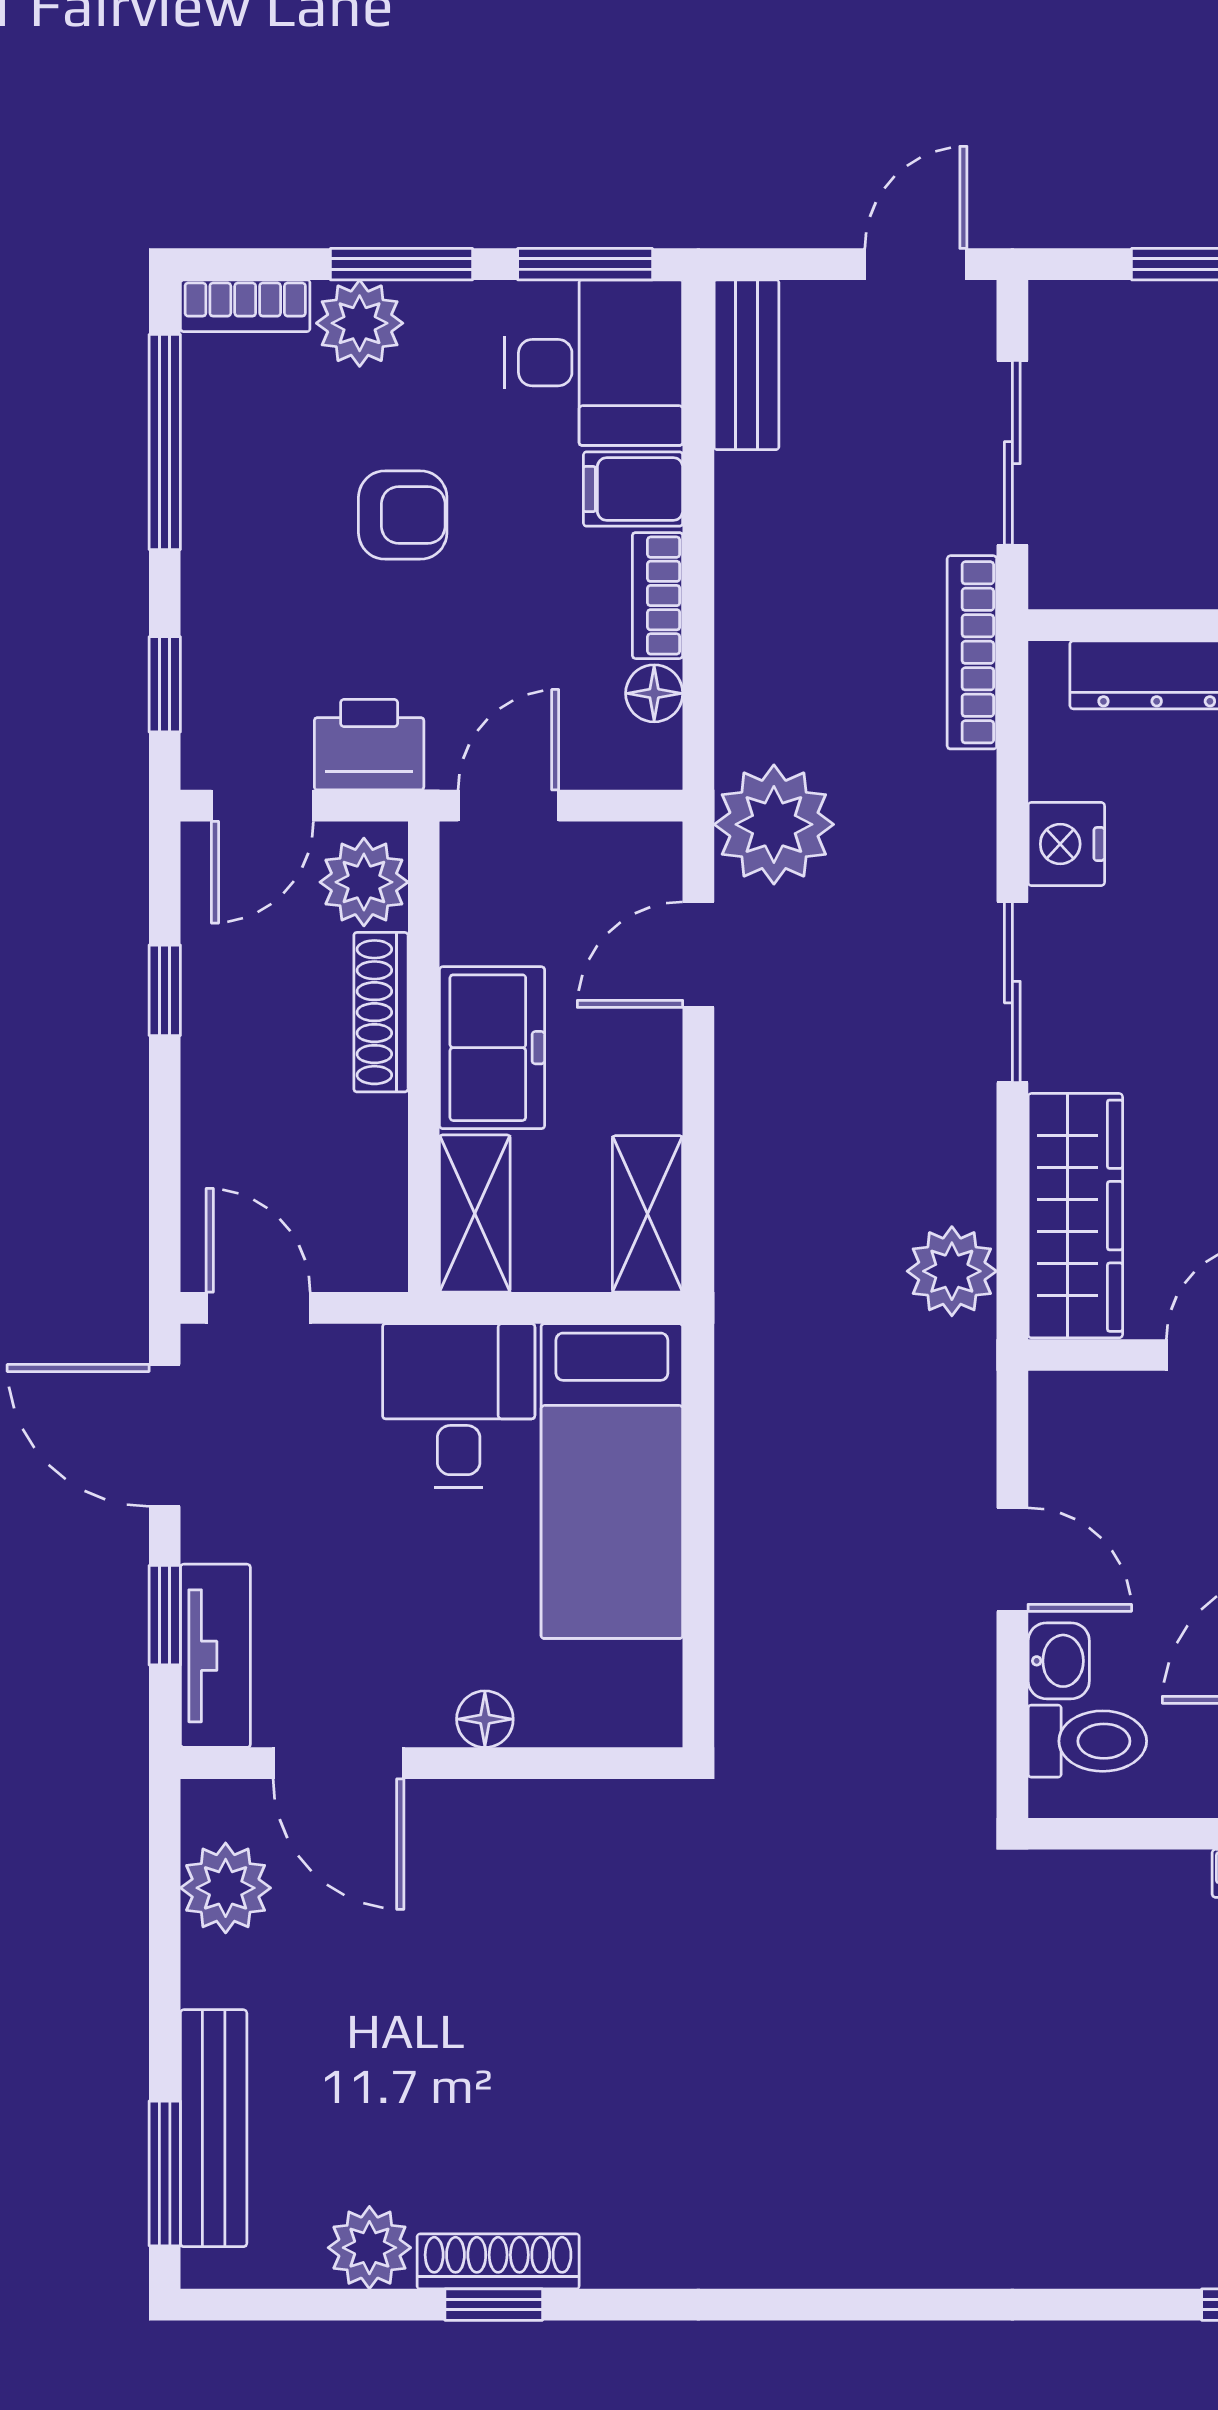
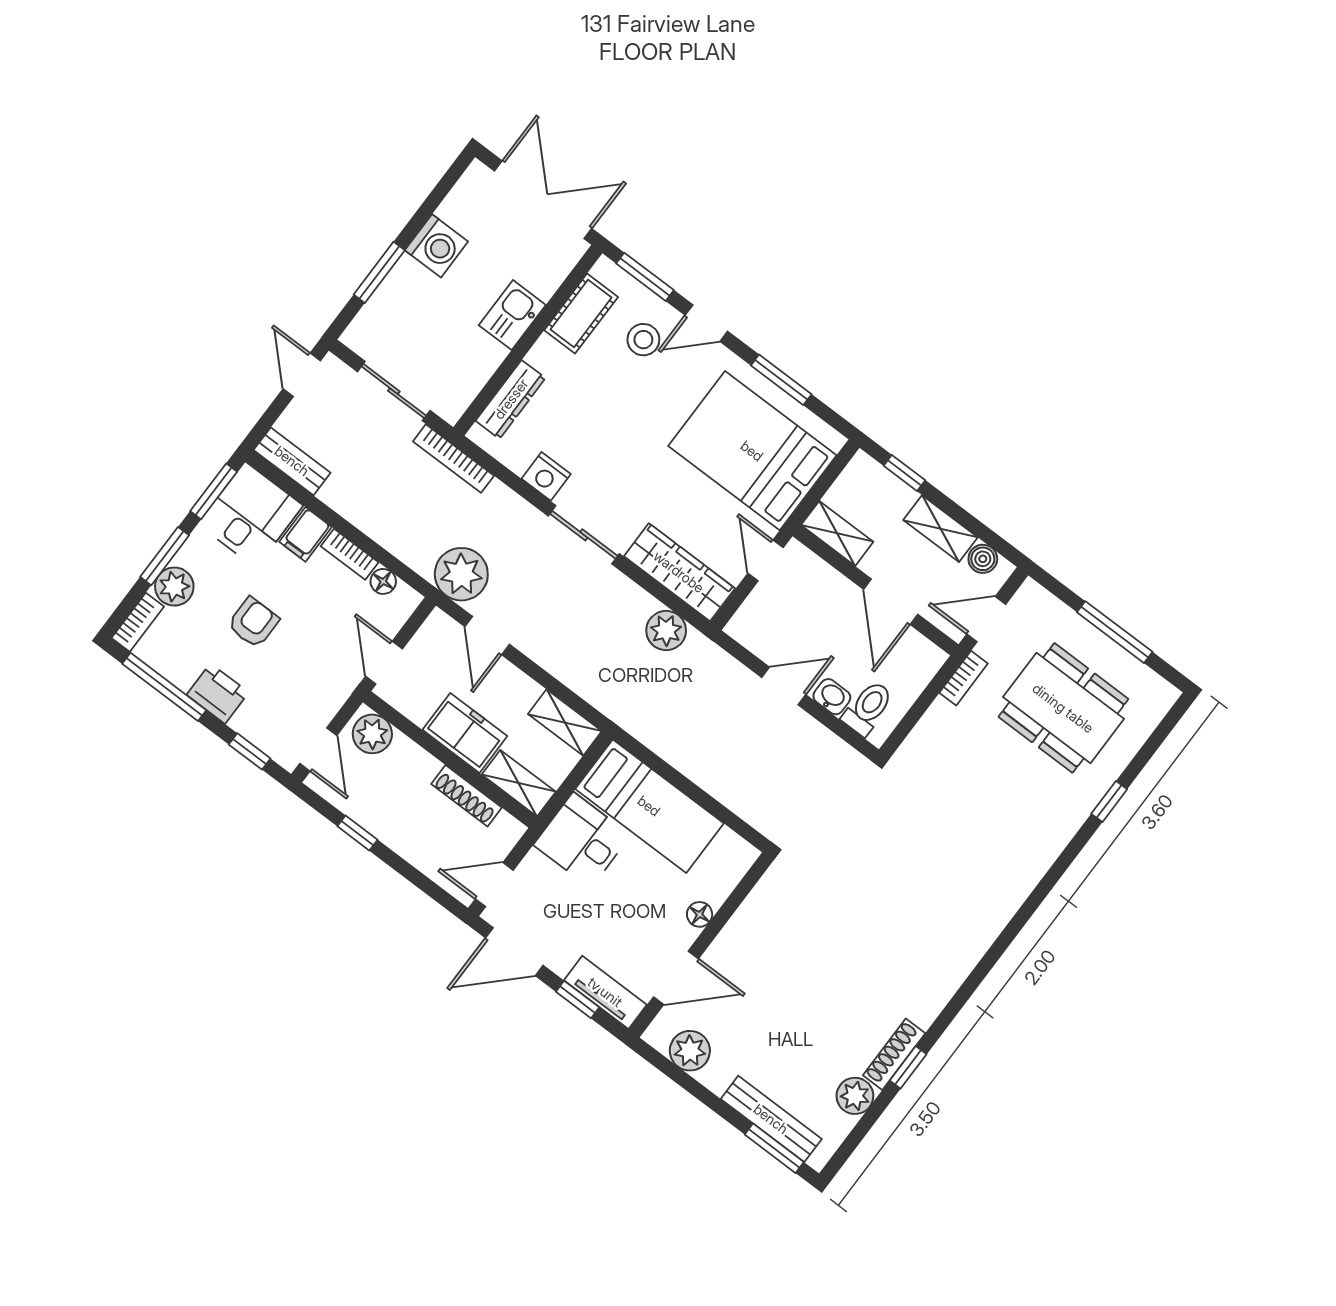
printer: (369, 745) -> (218, 694), moved, turned 90
shoe rack: (381, 1012) -> (466, 796), moved

